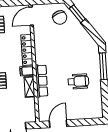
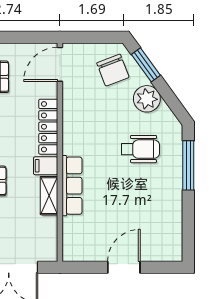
plant: (79, 32) -> (147, 99), added
wheelchair: (78, 81) -> (140, 149), moved
door: (58, 124) -> (124, 267), moved

